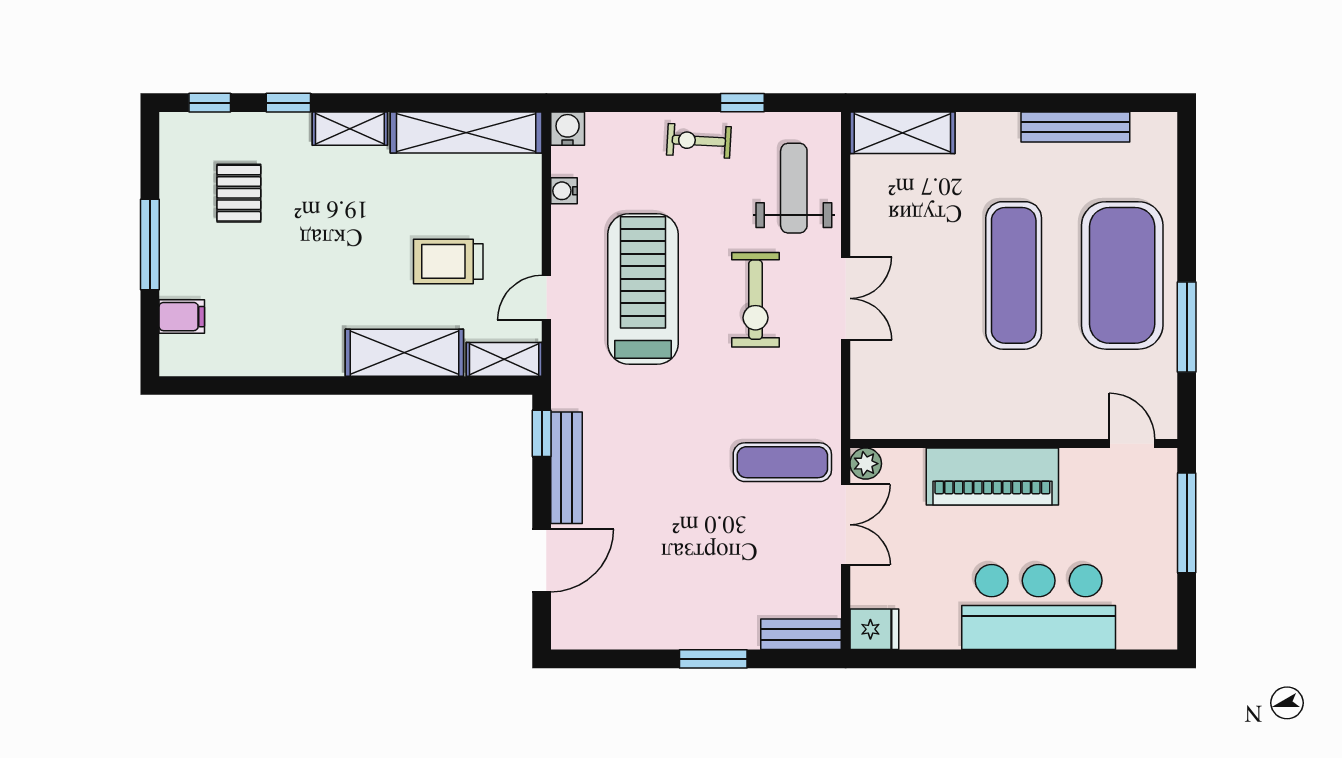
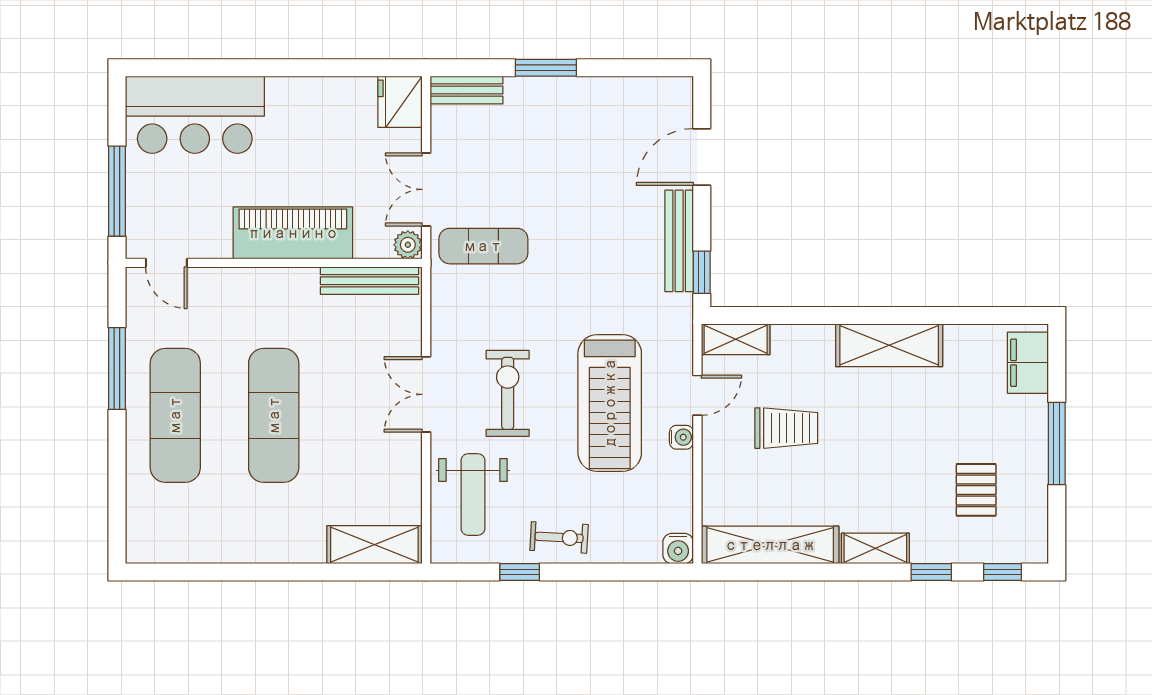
bench: (1075, 127) -> (369, 281), moved
water cooler: (564, 191) -> (681, 437), moved
exercise mat: (1122, 275) -> (175, 415), width x0.68
filing cabinet: (182, 317) -> (1028, 363), width x2.00
shelving: (404, 353) -> (889, 345), moved
bar counter: (1039, 607) -> (195, 115), moved
fridge: (874, 629) -> (400, 102), width x1.38

